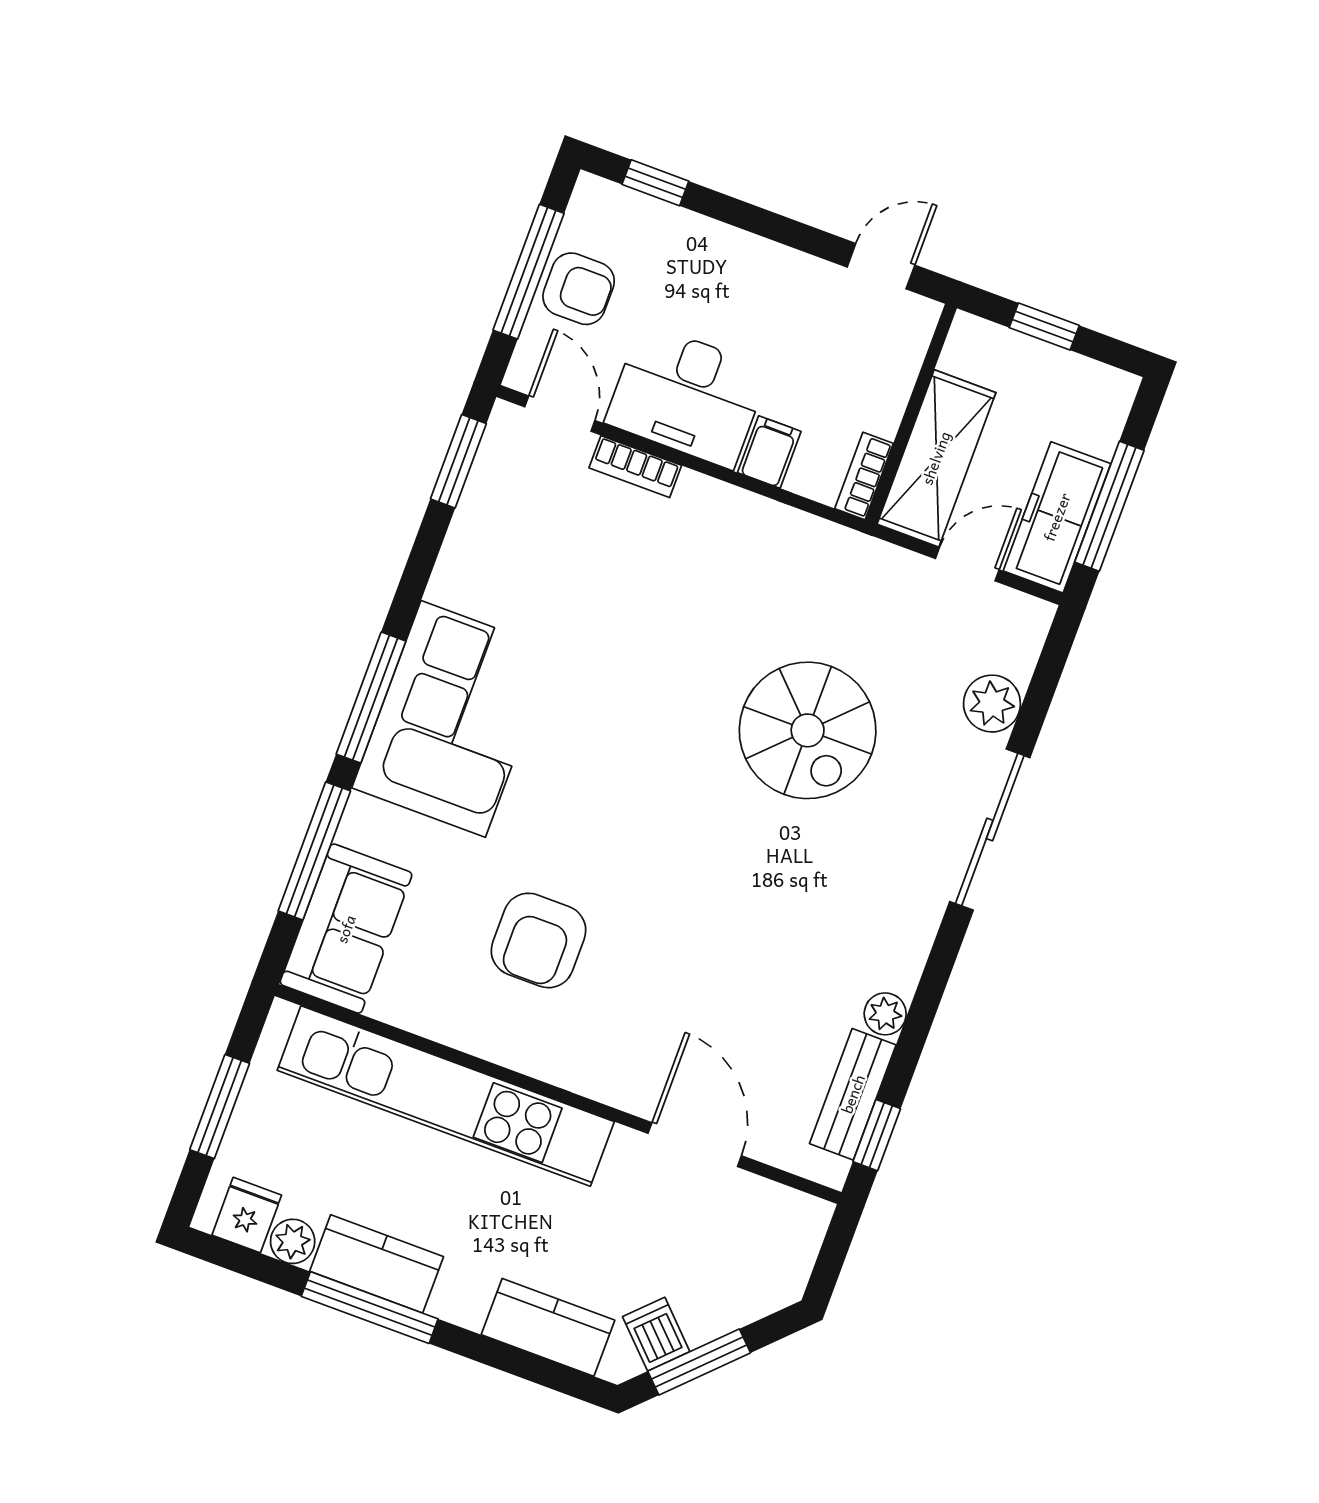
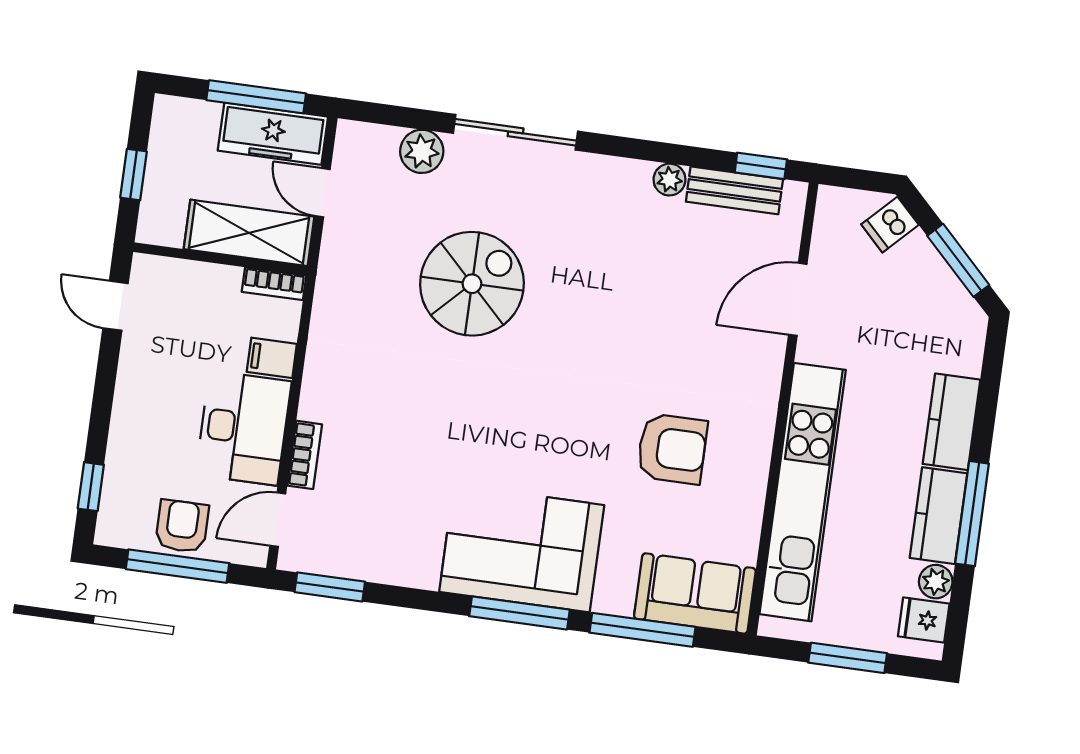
kitchen counter: (548, 1327) -> (951, 422), moved
dishwasher: (656, 1334) -> (890, 225), moved

